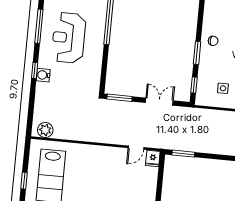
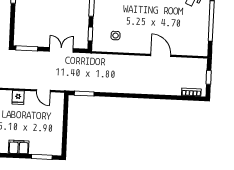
door: (136, 148) -> (43, 91), hinge flipped
fridge: (153, 159) -> (18, 97), moved

